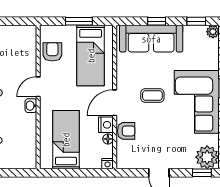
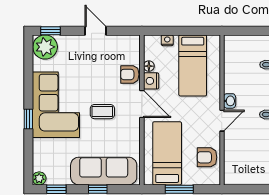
armchair: (52, 52) -> (207, 157), turned 90
door: (115, 103) -> (142, 104), hinge flipped
nightstand: (108, 164) -> (167, 40), moved

